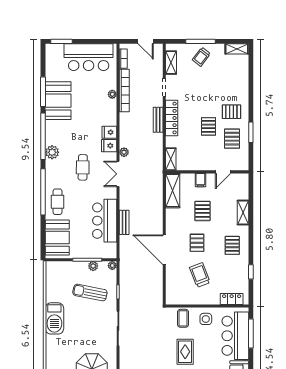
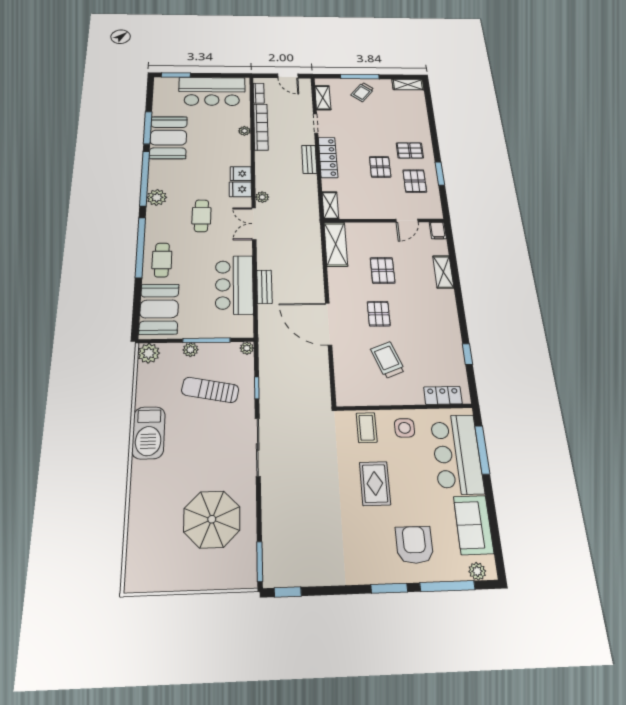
filing cabinet: (200, 180) -> (438, 230), moved
pallet: (232, 245) -> (433, 317), removed
plant: (93, 266) -> (190, 350), moved
plant: (52, 268) -> (149, 353), added

